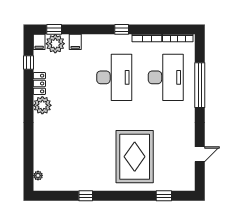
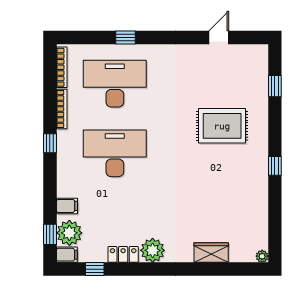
window: (200, 85) -> (125, 38), width x0.32
wardrobe: (41, 149) -> (211, 253), added
door: (200, 154) -> (219, 38), hinge flipped
rug: (135, 157) -> (222, 126), width x0.73, depth x0.69
plant: (38, 176) -> (262, 256), moved
window: (86, 196) -> (275, 166), moved

